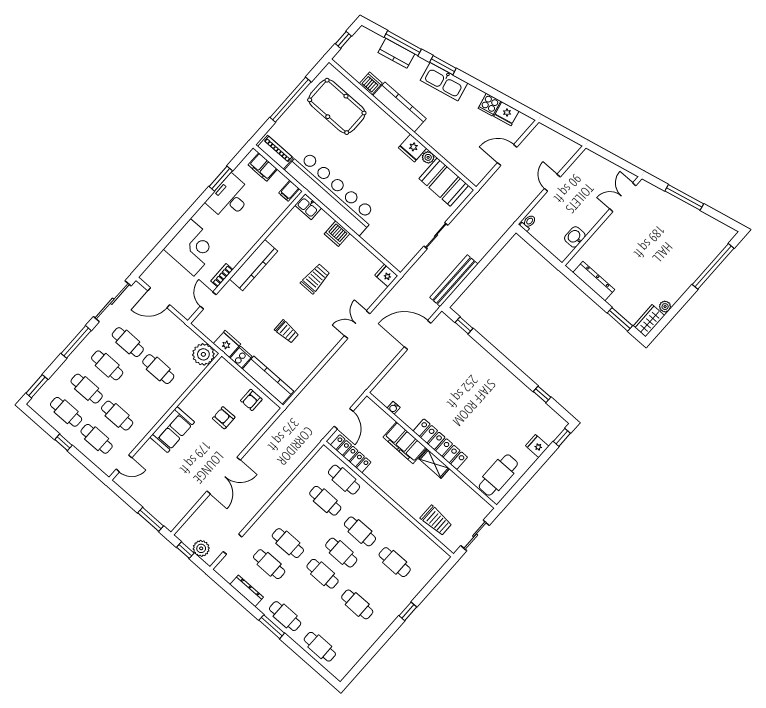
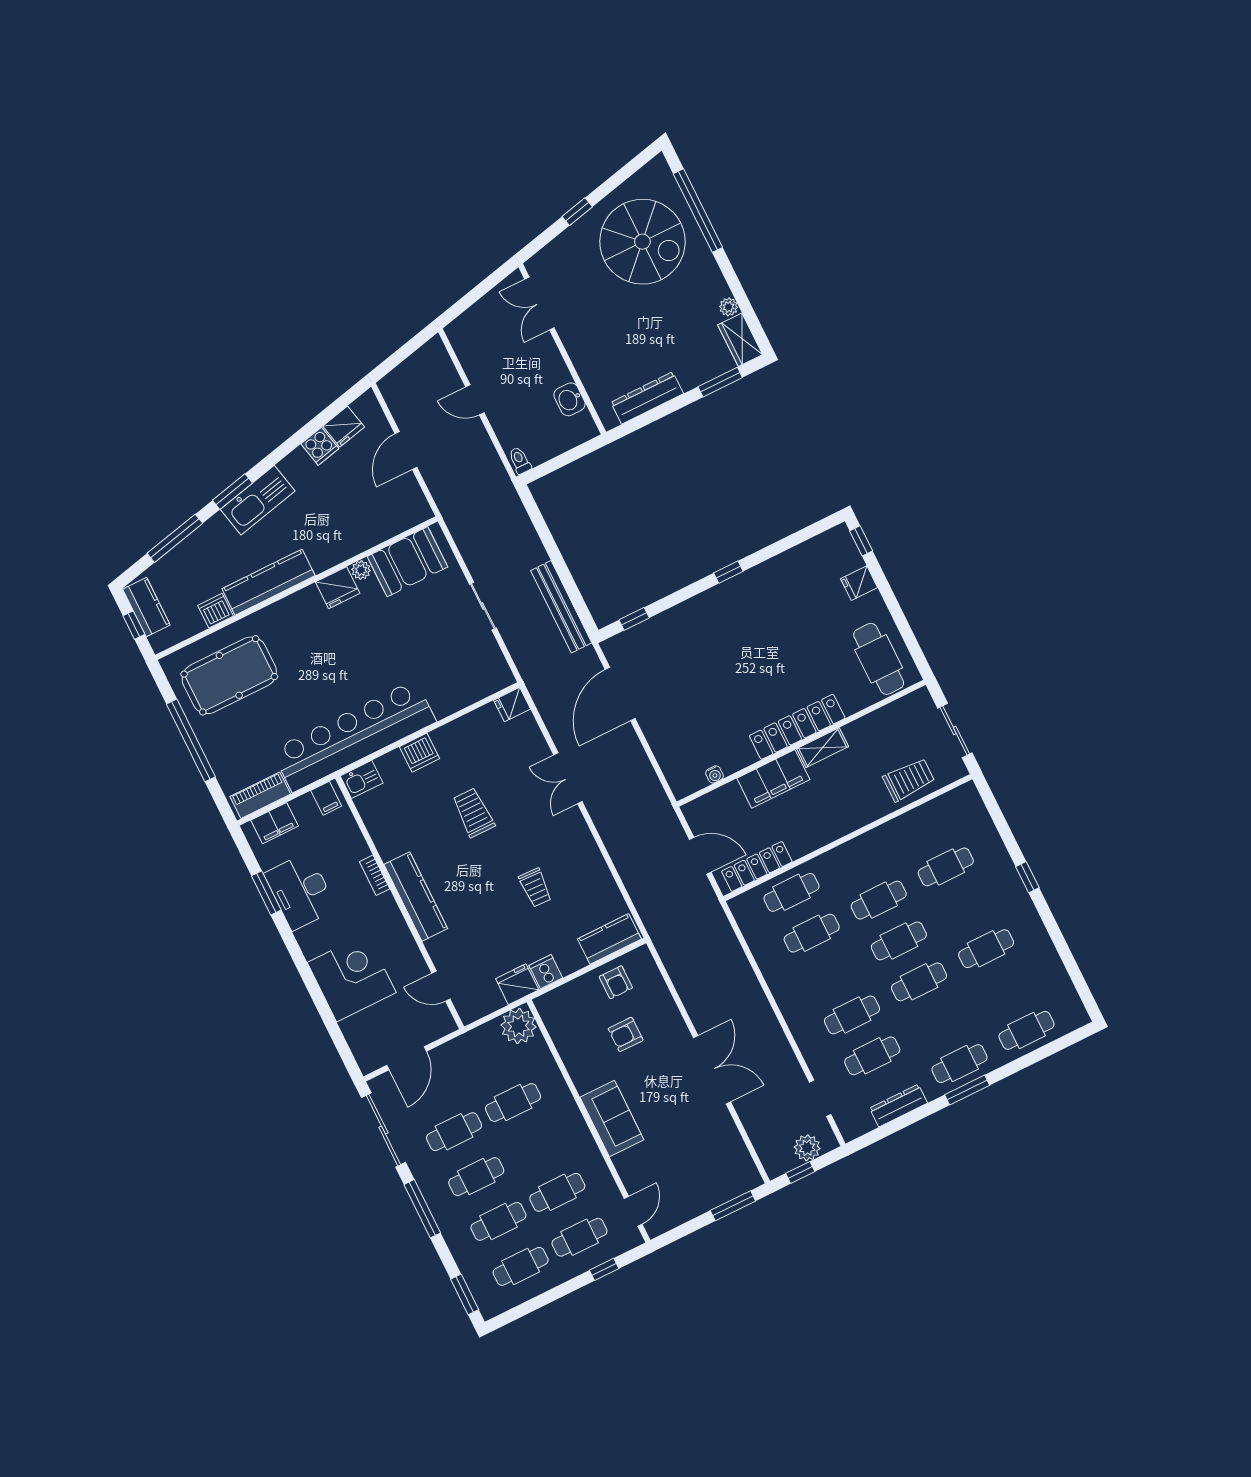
kitchen counter: (396, 53) -> (146, 607), moved, turned -77
window: (684, 197) -> (577, 212), width x0.46
spiral stairs: (682, 242) -> (642, 242), added
bookcase: (222, 275) -> (375, 875), moved
trolley: (287, 332) -> (535, 888), turned 92
kitchen counter: (268, 380) -> (609, 939), width x0.67
window: (542, 394) -> (728, 572), moved
window: (64, 442) -> (604, 1269), moved

